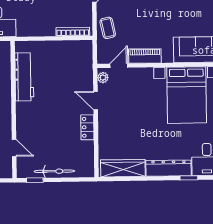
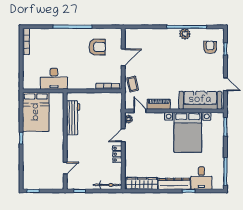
door: (119, 66) -> (140, 111), hinge flipped
door: (96, 101) -> (123, 135), hinge flipped
door: (14, 148) -> (65, 168), hinge flipped
bicycle: (54, 171) -> (107, 185), moved

